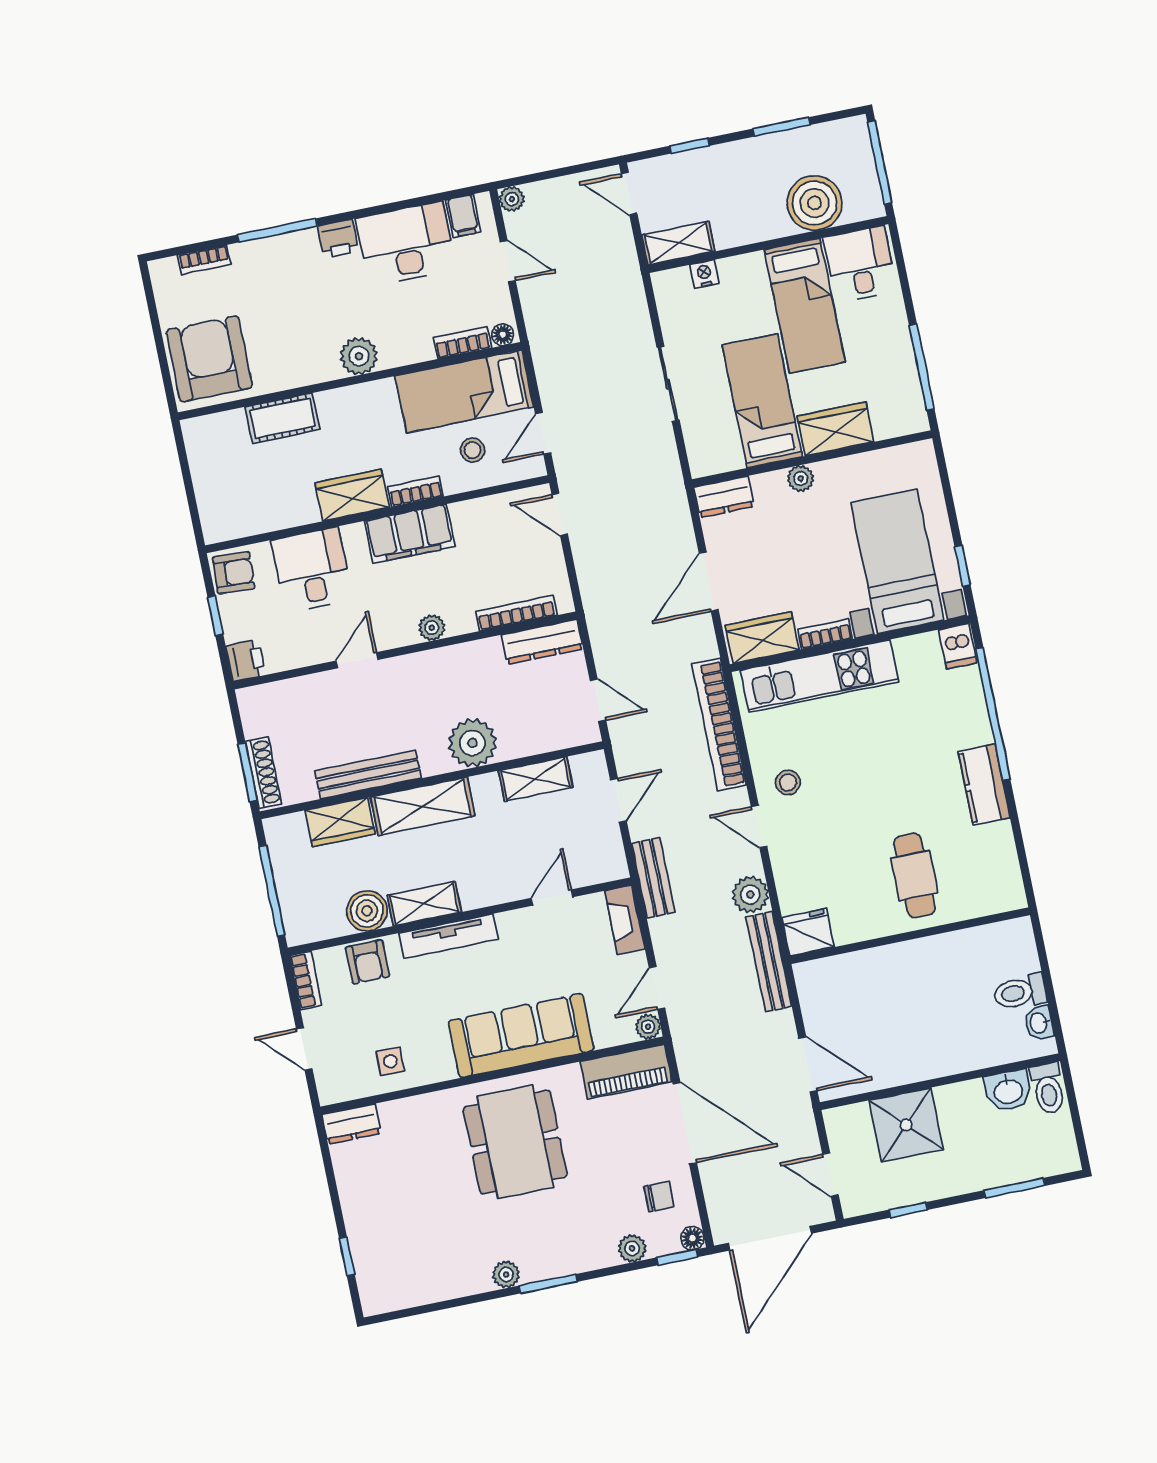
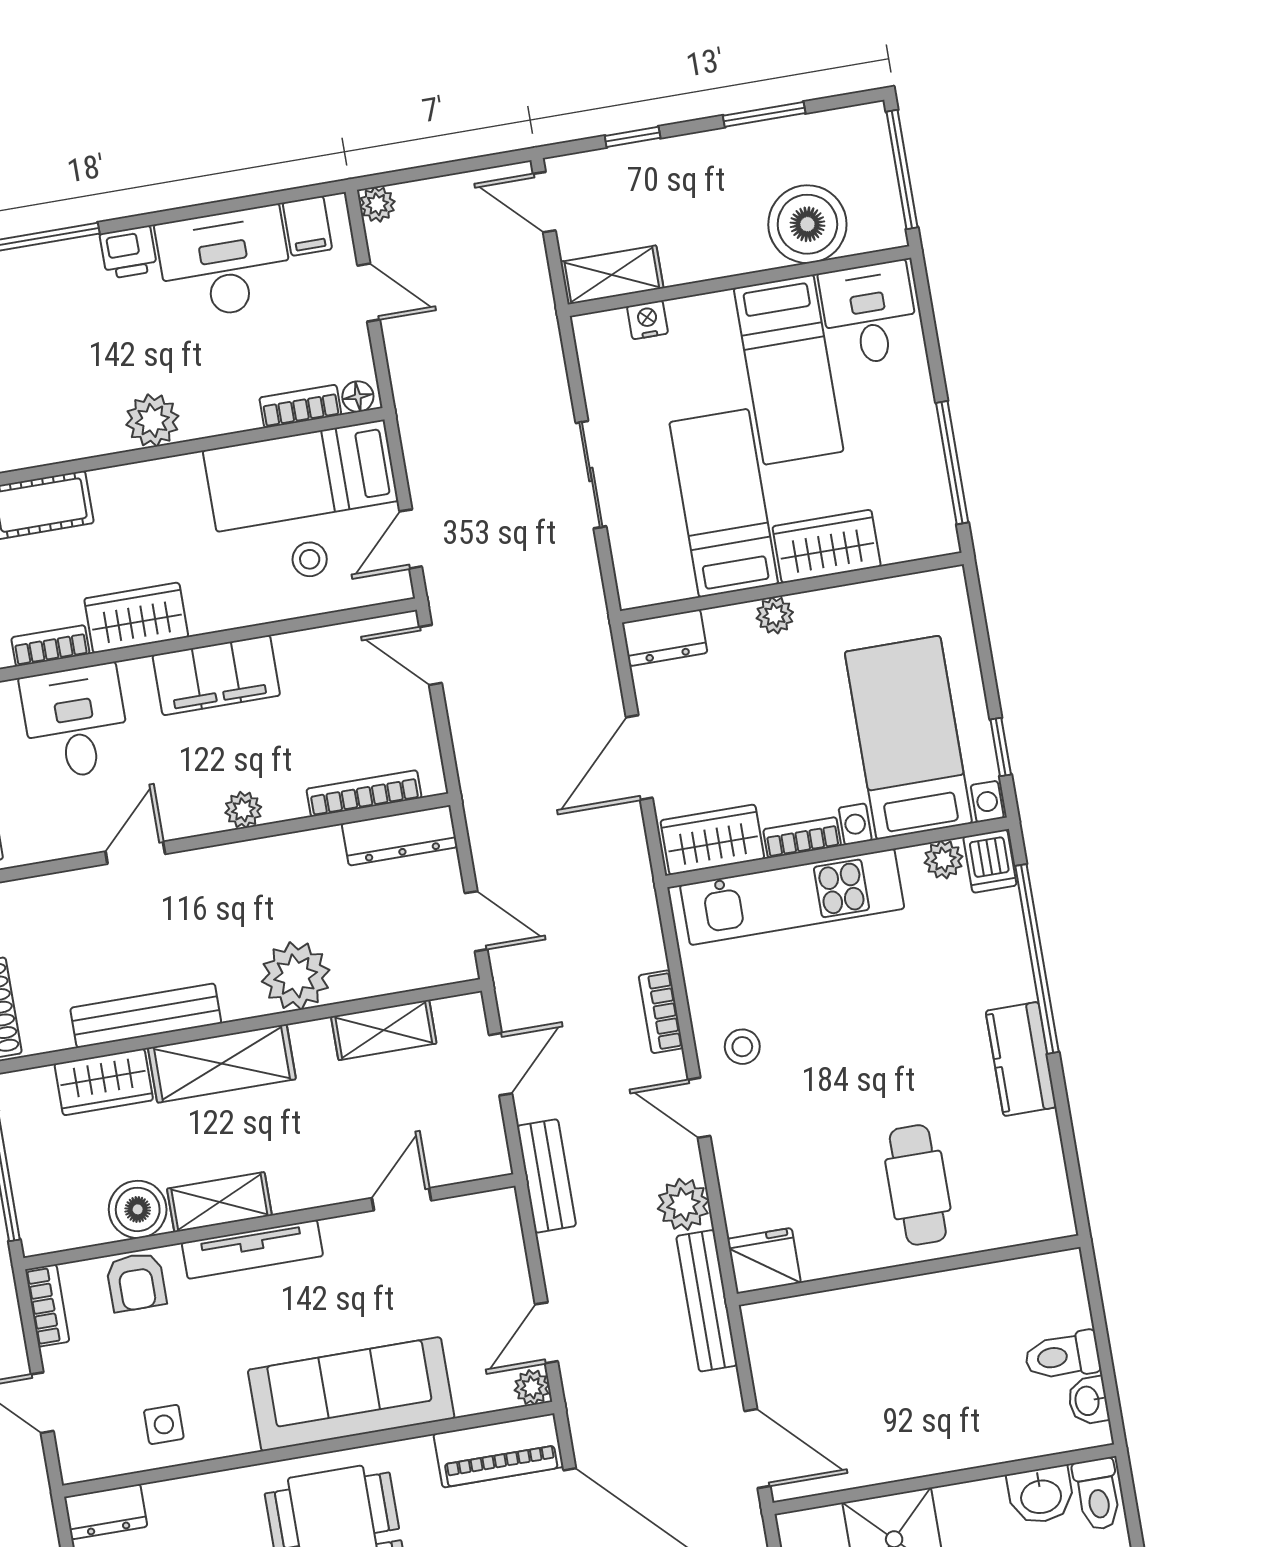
bookcase: (415, 492) -> (50, 646), moved
plant: (925, 646) -> (944, 860), added
bookcase: (719, 724) -> (661, 1012), width x0.43, depth x0.76
fireplace: (625, 920) -> (504, 1235), removed

